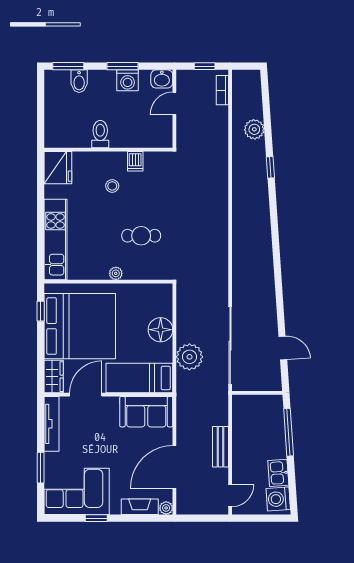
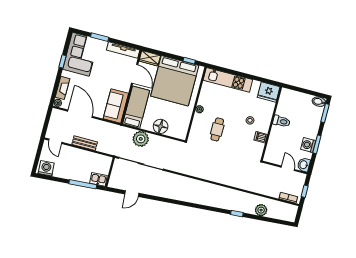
bidet: (79, 81) -> (319, 102), moved
kitchen sink: (278, 473) -> (98, 179), moved

